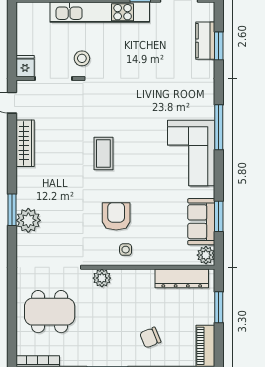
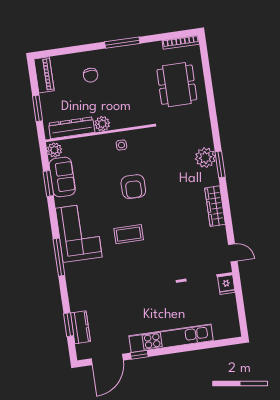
stool: (82, 58) -> (180, 298), removed
wardrobe: (25, 143) -> (215, 206), moved
coffee table: (103, 153) -> (129, 234), moved, turned 90
armchair: (116, 216) -> (133, 187), moved
plant: (102, 278) -> (102, 124), moved
dining table: (50, 312) -> (177, 85), turned 90
chair: (150, 338) -> (91, 75), turned 112

